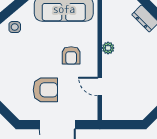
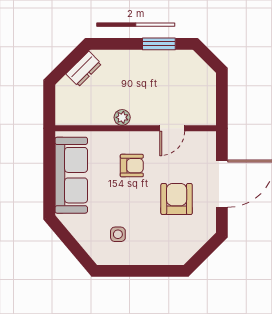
side table: (15, 27) -> (118, 234), moved

